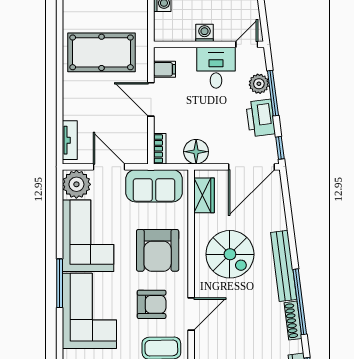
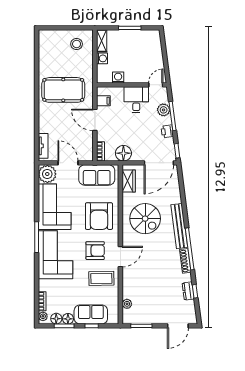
washing machine: (205, 33) -> (118, 78), moved
printer: (261, 118) -> (167, 131), width x0.53, depth x0.68

